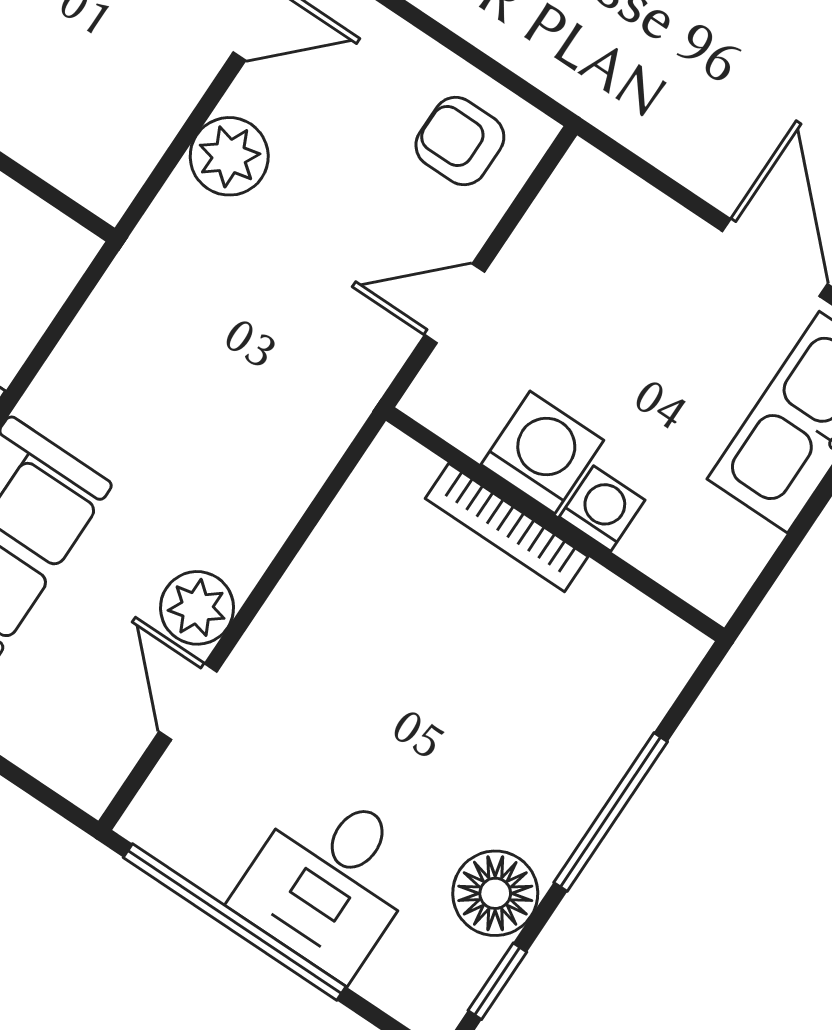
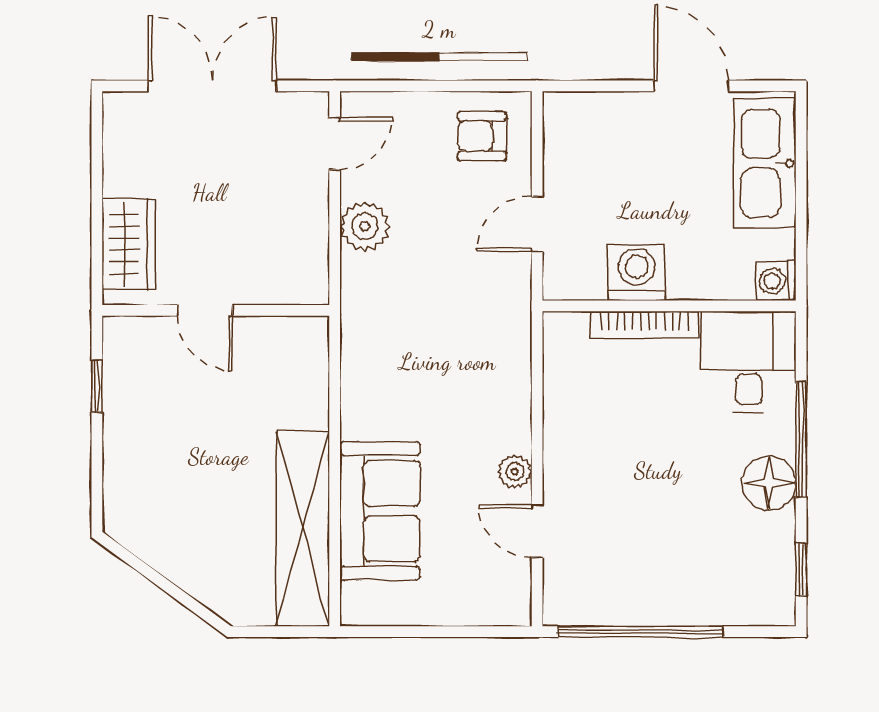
washing machine: (602, 508) -> (776, 281), moved, turned -90
plant: (197, 608) -> (515, 472), width x0.73, depth x0.73
desk: (330, 880) -> (749, 362), moved, turned 180
floor lamp: (495, 893) -> (769, 483), moved

